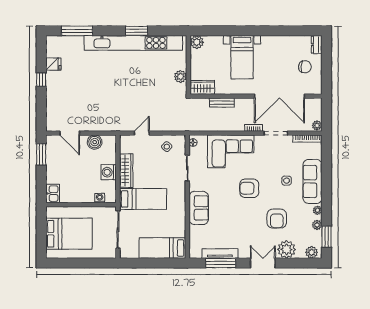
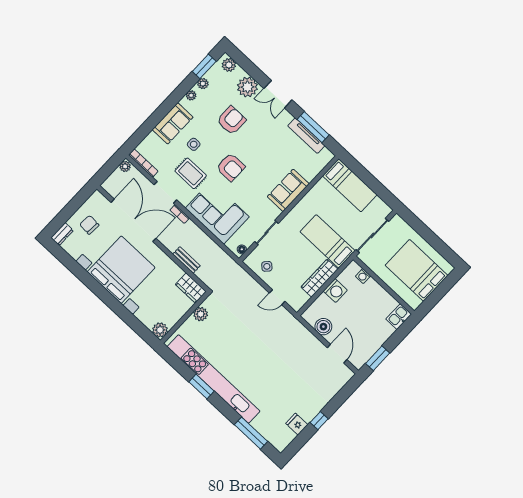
bed with nightstands: (242, 57) -> (121, 270), width x1.85
rug: (271, 160) -> (191, 173), added
sofa: (312, 181) -> (173, 123), width x0.73

